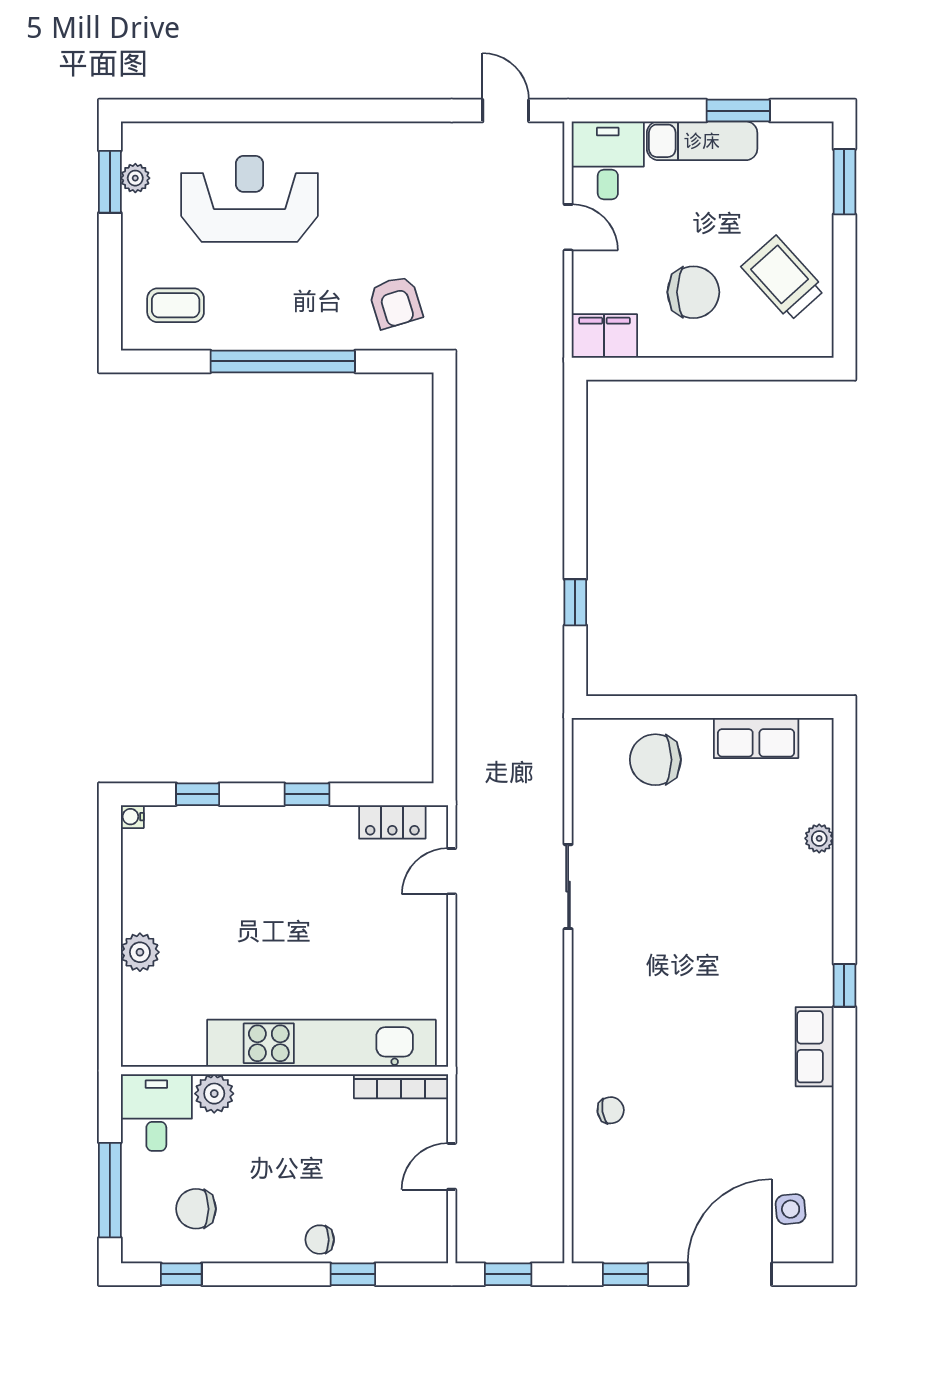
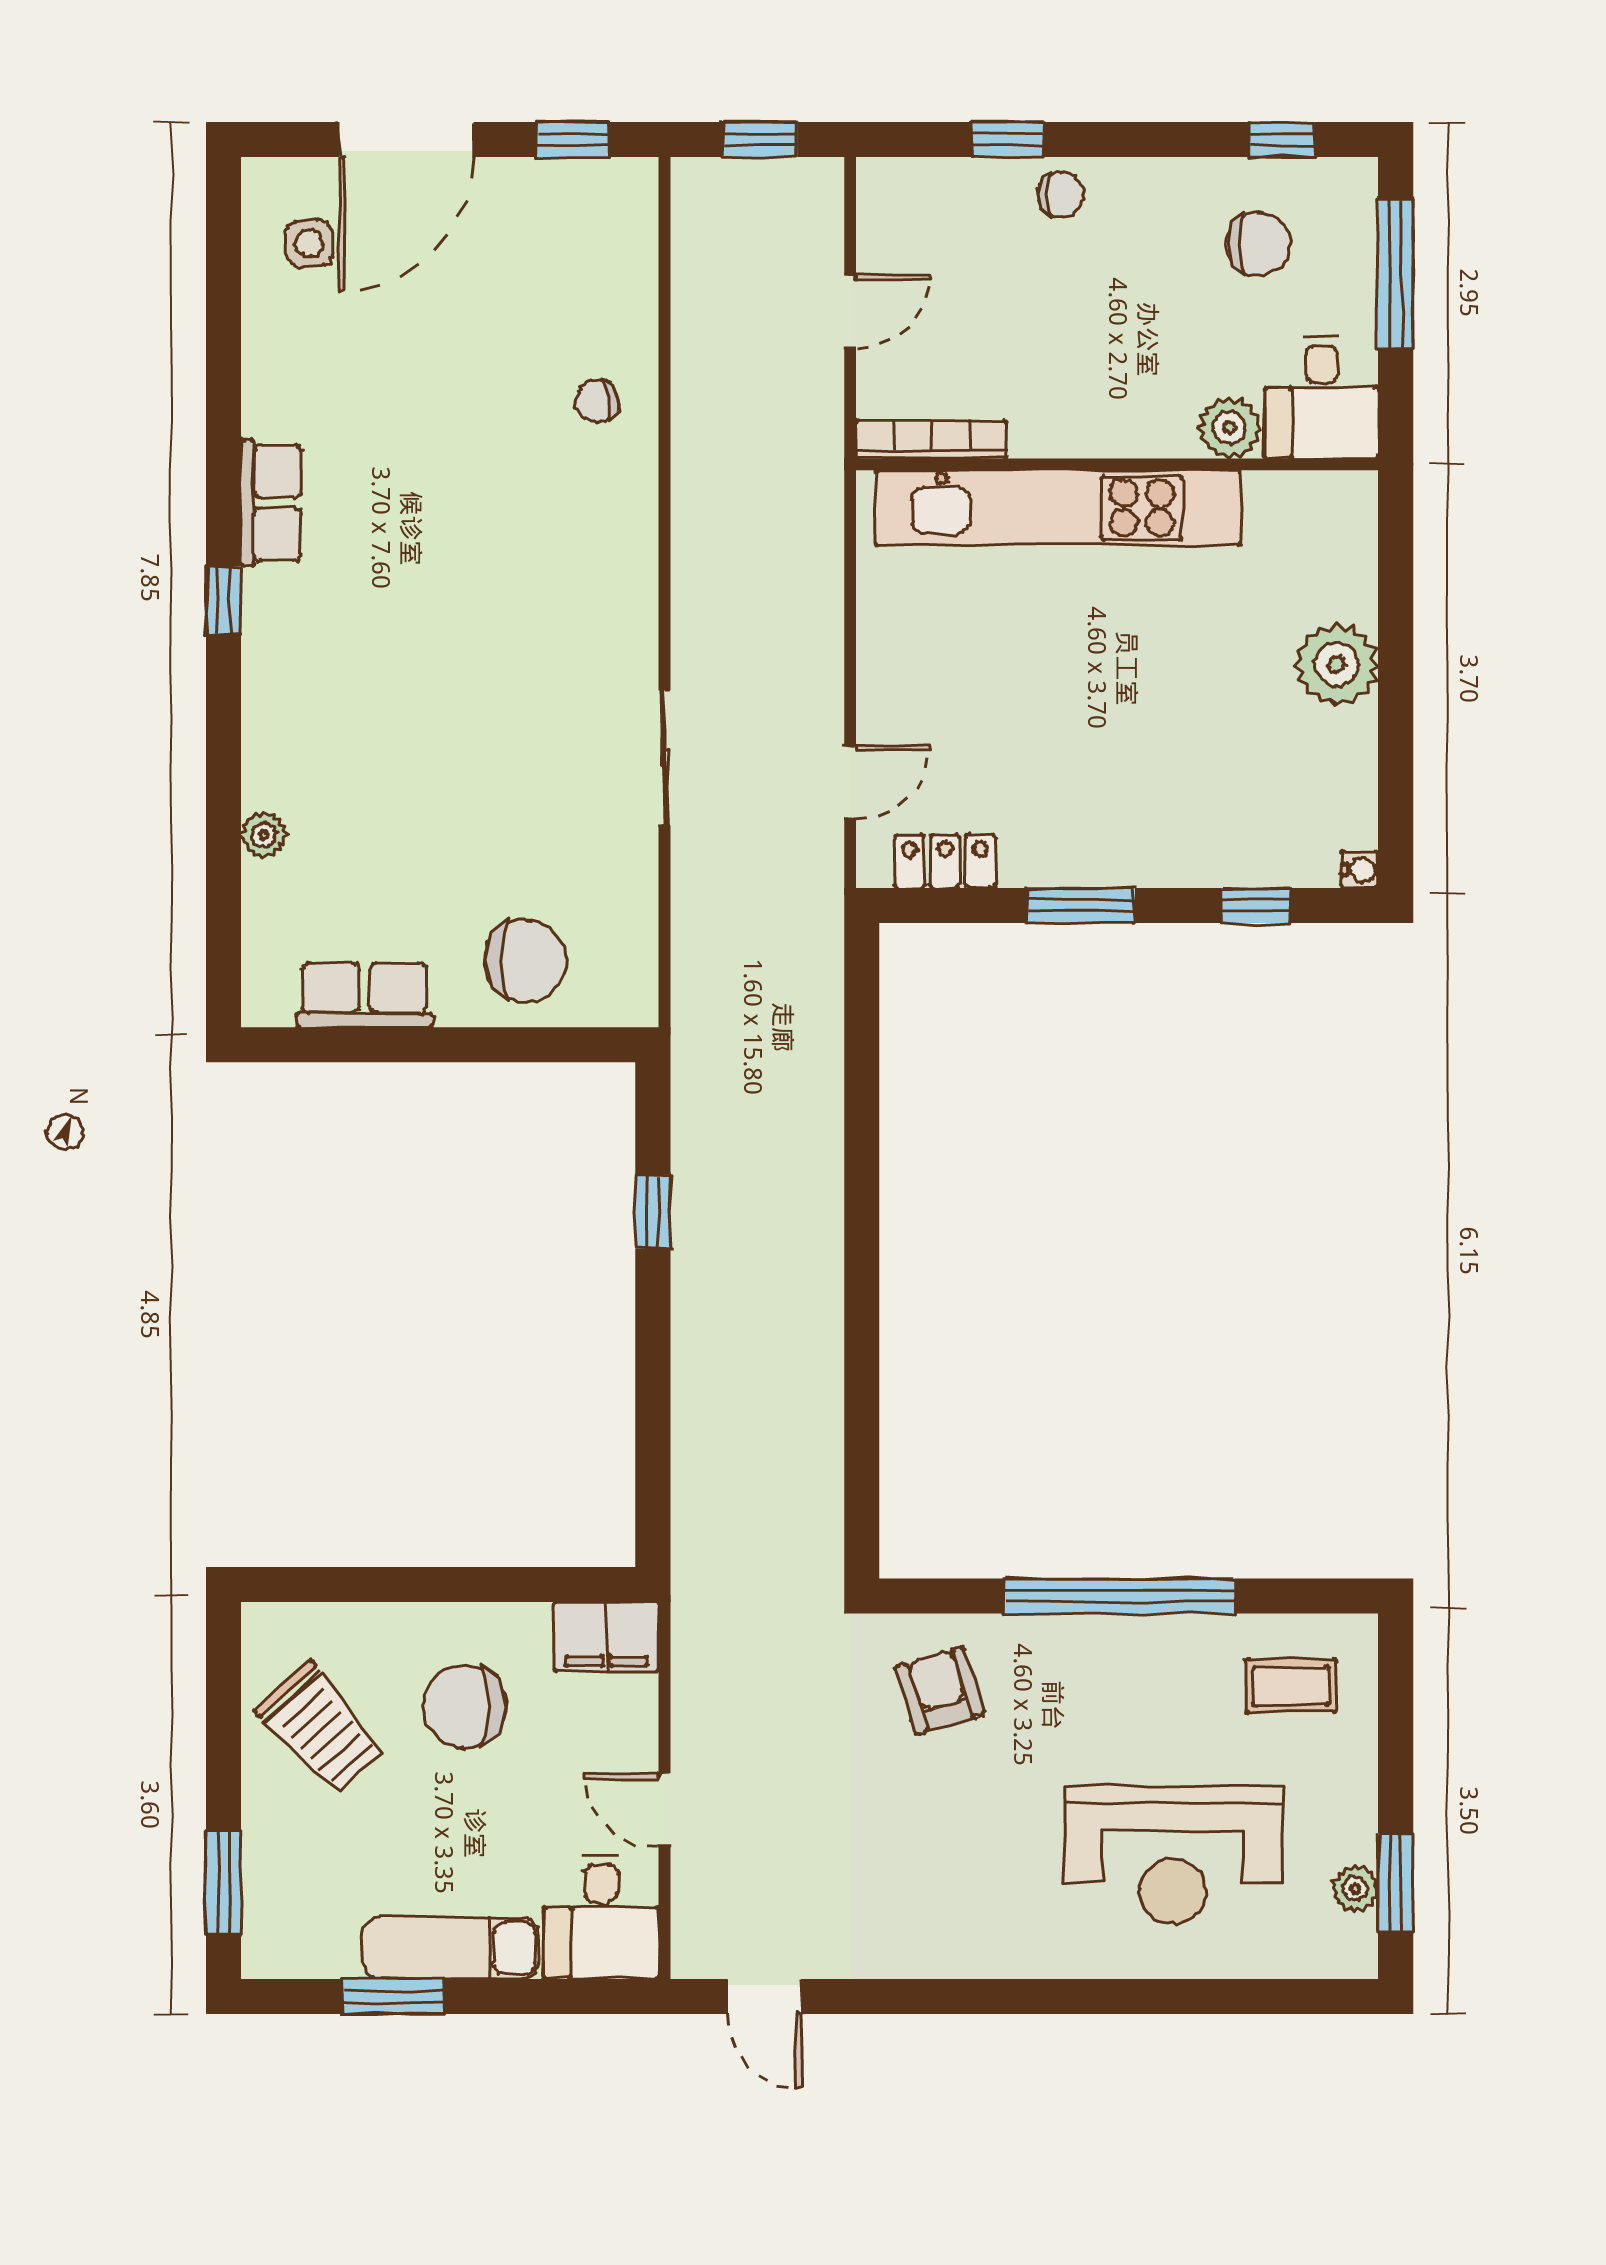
window: (307, 794) -> (1081, 905), width x1.50
plant: (140, 952) -> (1337, 664), width x1.36, depth x1.36

